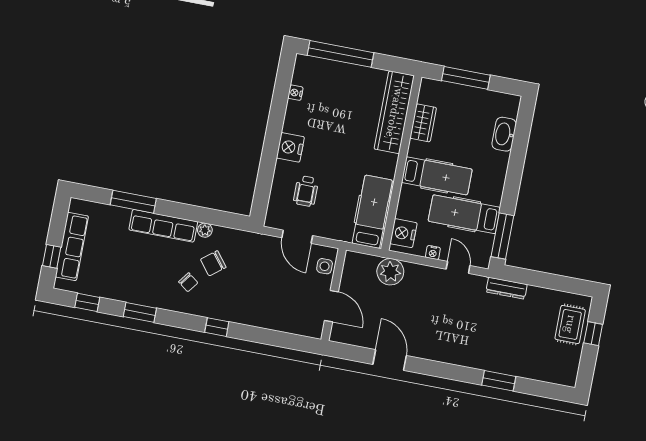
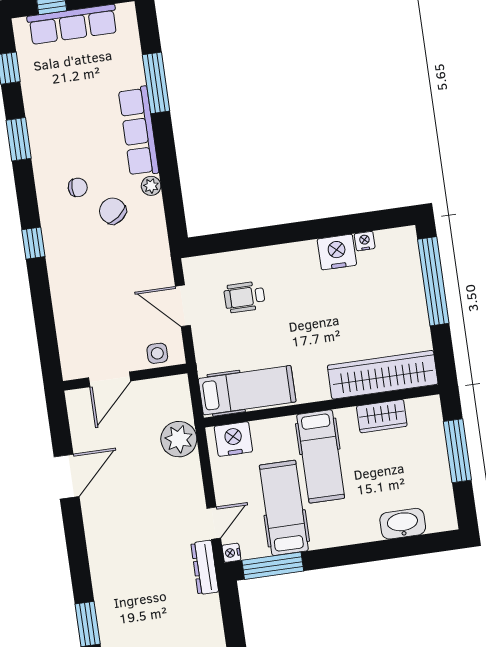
nightstand: (290, 147) -> (337, 252), moved
door: (297, 237) -> (183, 306), hinge flipped
nightstand: (433, 252) -> (231, 553), moved
chair: (188, 282) -> (78, 187), turned -127
dresser: (507, 288) -> (205, 567), moved

